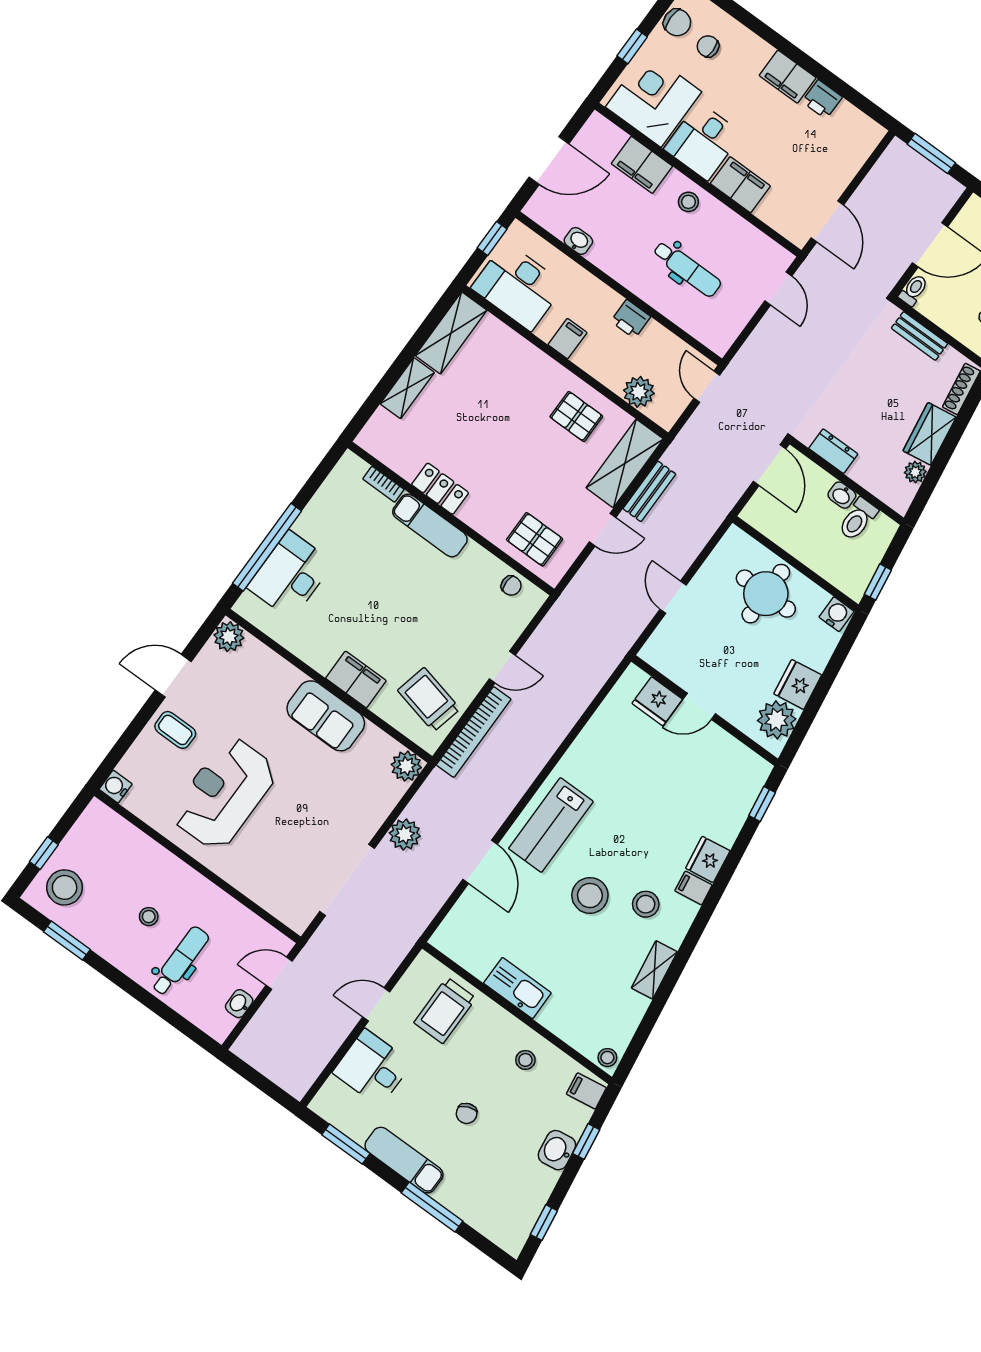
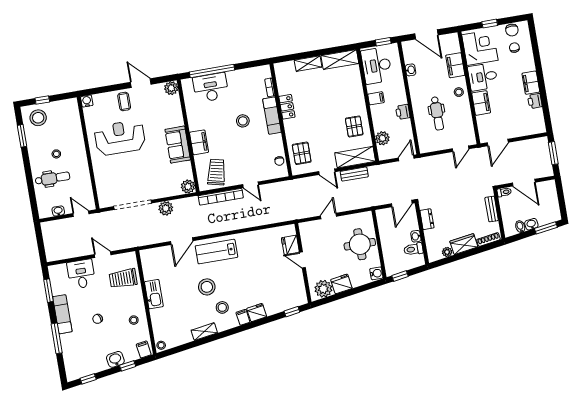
stool: (392, 579) -> (243, 121), added

